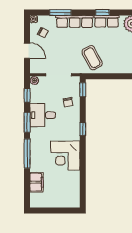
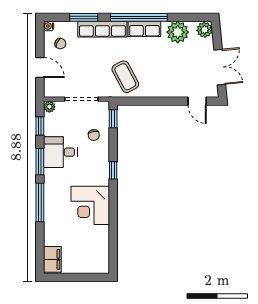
window: (102, 12) -> (139, 17), width x3.17
filing cabinet: (37, 182) -> (52, 259), moved

